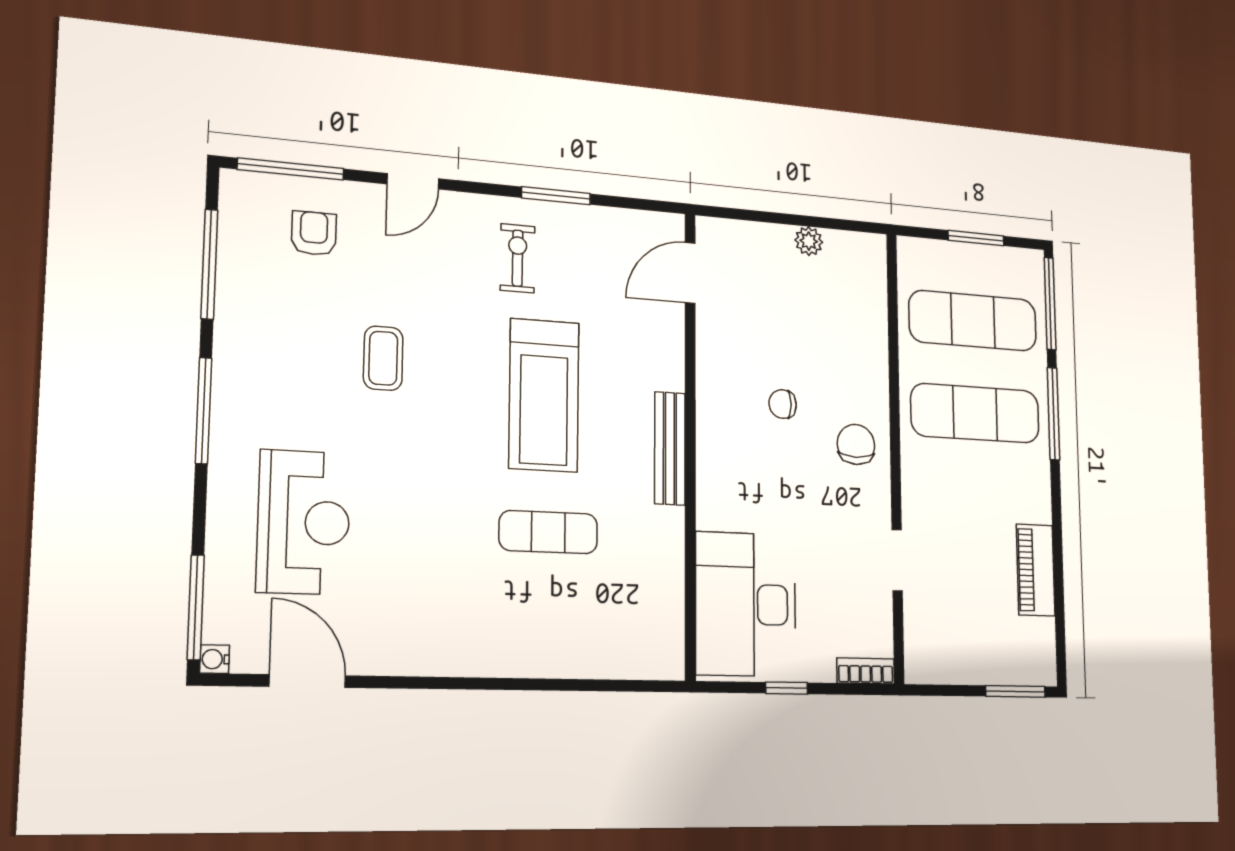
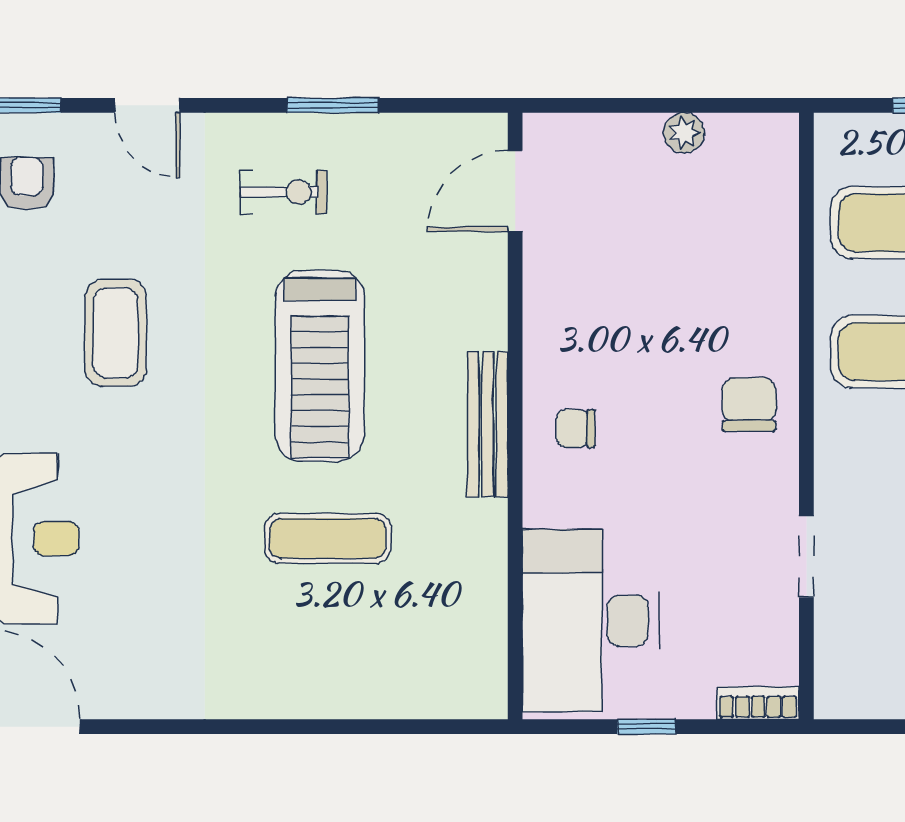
door: (413, 181) -> (147, 105), hinge flipped
exercise bike: (518, 258) -> (283, 192), turned 90
coffee table: (383, 358) -> (116, 333), width x1.36, depth x1.30
chair: (783, 404) -> (576, 429), moved

